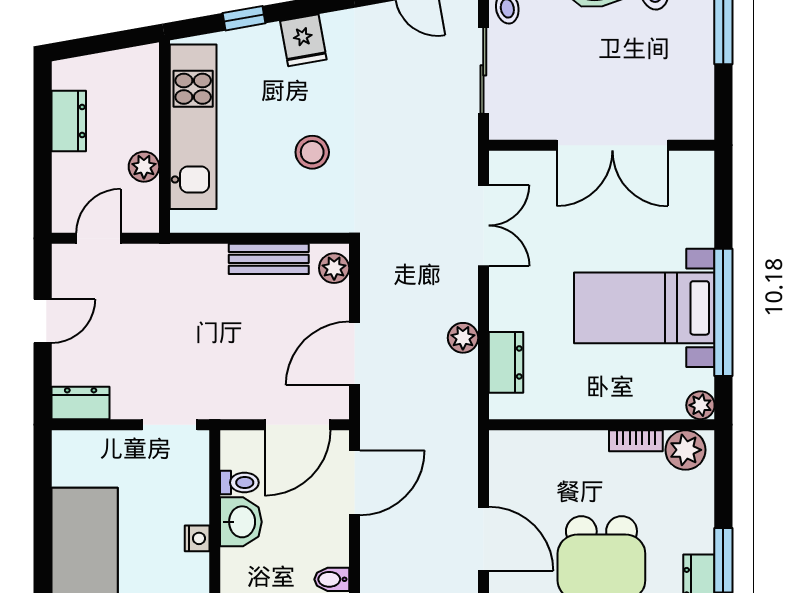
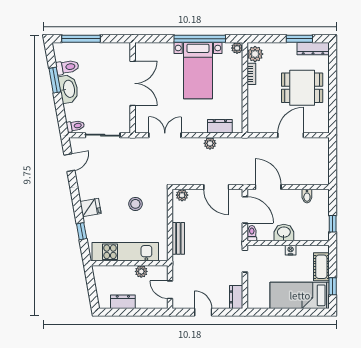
bench: (269, 259) -> (178, 238), moved
toilet: (239, 483) -> (252, 233), moved

